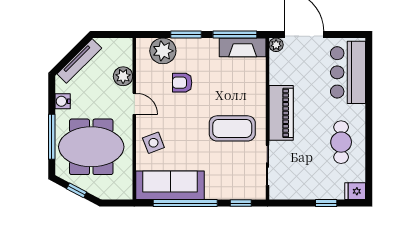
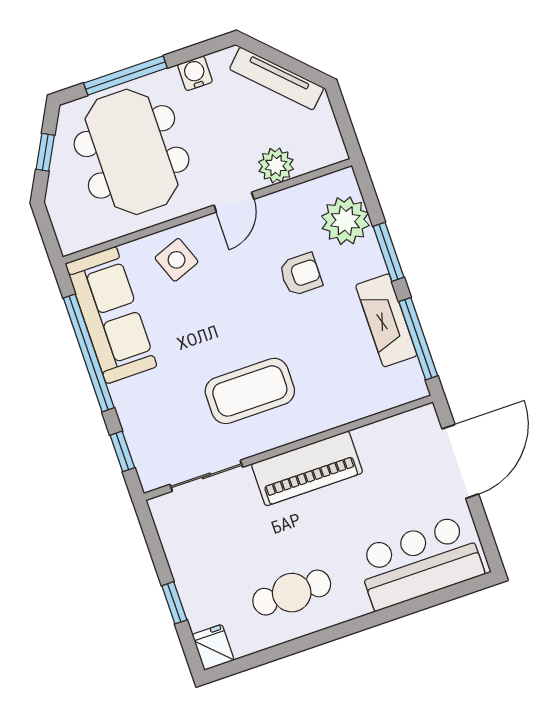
plant: (276, 45) -> (425, 418), removed
fireplace: (243, 47) -> (386, 320), moved
armchair: (182, 83) -> (301, 274), turned 90
coffee table: (232, 128) -> (250, 391), turned 90

